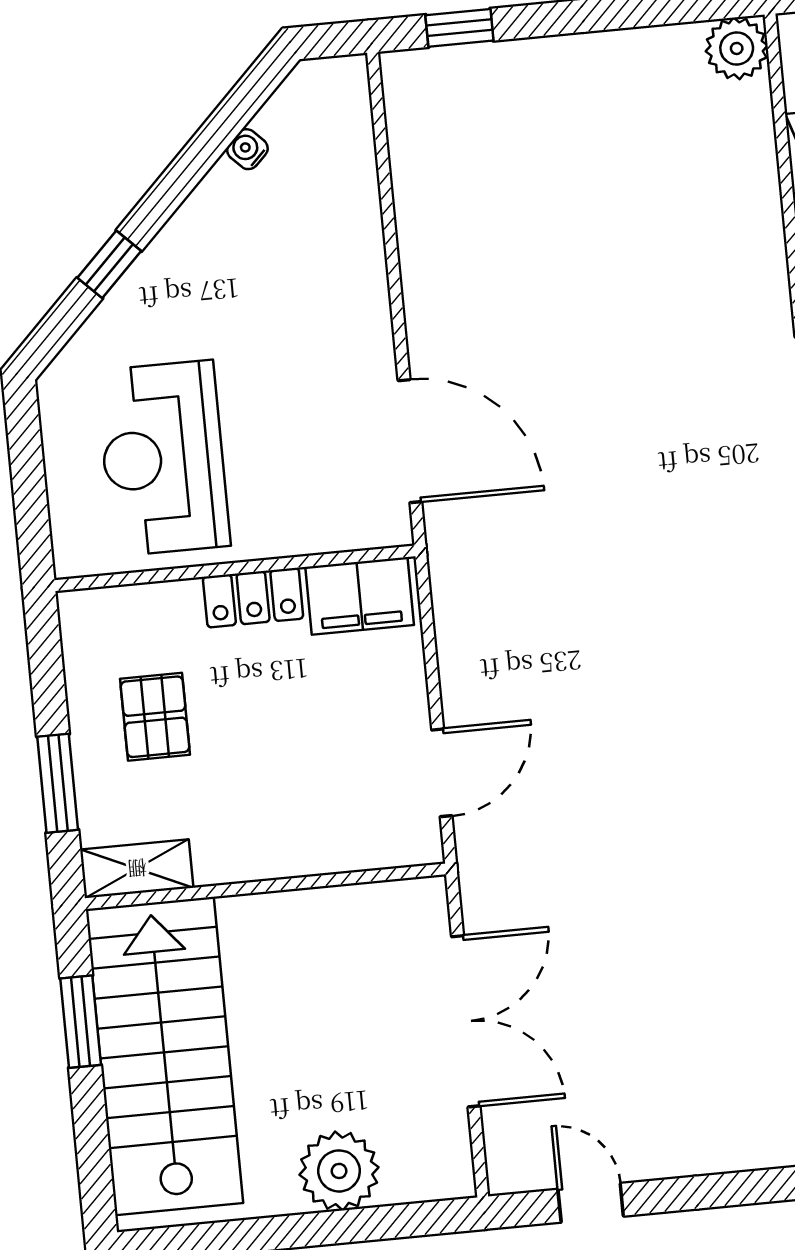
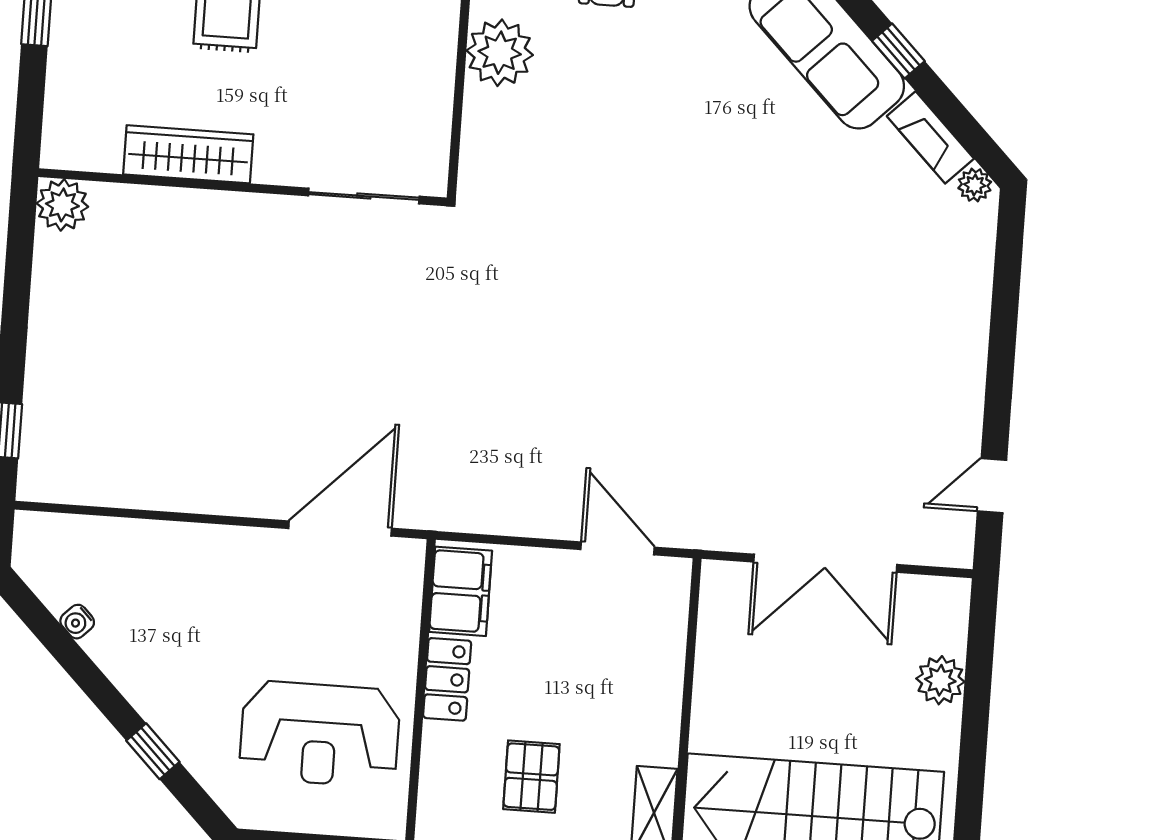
pallet: (155, 717) -> (531, 777), turned 90
double door: (466, 1021) -> (825, 563), swing flipped
plant: (339, 1171) -> (940, 680), width x0.73, depth x0.73

